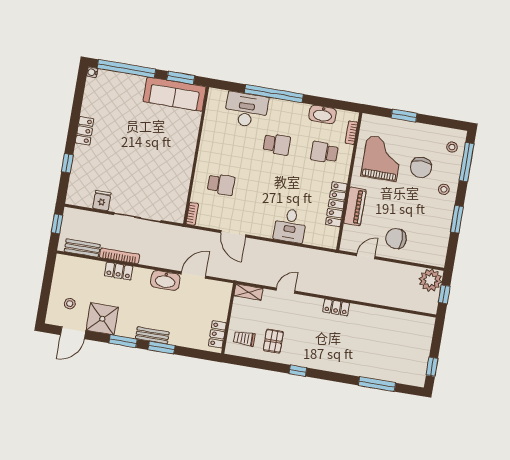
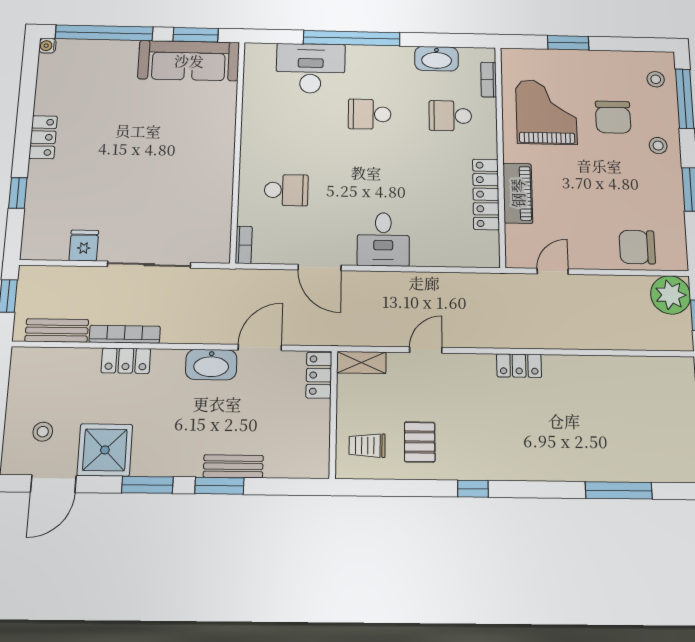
school desk: (277, 144) -> (370, 114), turned 180
desk: (290, 226) -> (383, 239), moved
chair: (396, 238) -> (637, 247), moved
locker: (217, 334) -> (319, 375), moved
bench: (152, 335) -> (233, 466), moved

